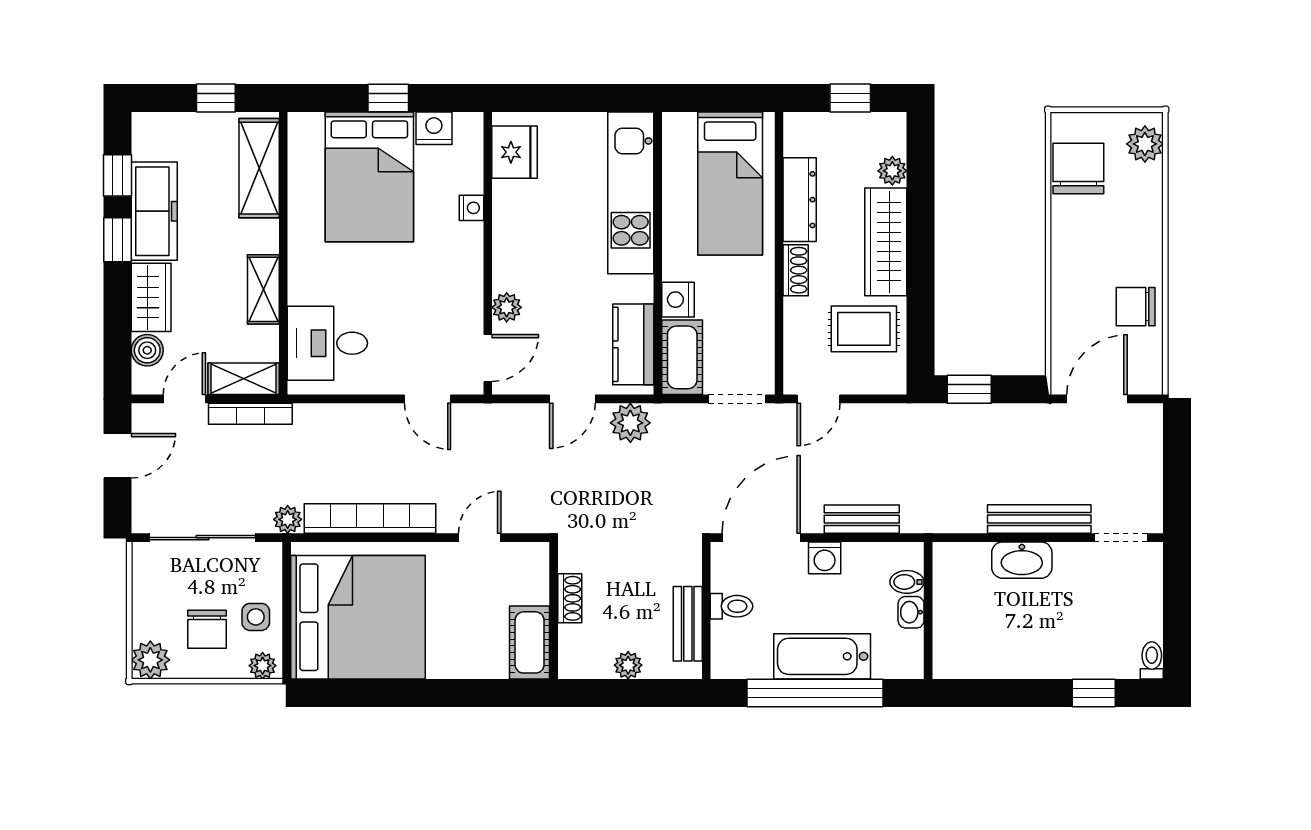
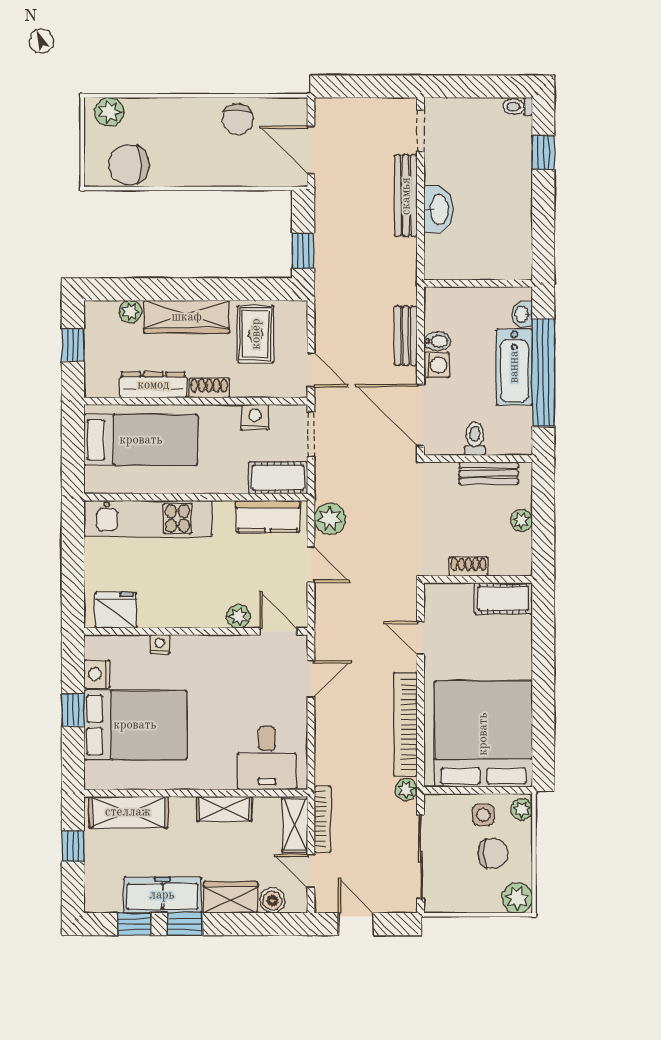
nightstand: (678, 300) -> (255, 417), moved, turned 180
bidet: (907, 582) -> (437, 341), moved, turned -90
washbasin: (911, 612) -> (522, 314), moved, turned 90

